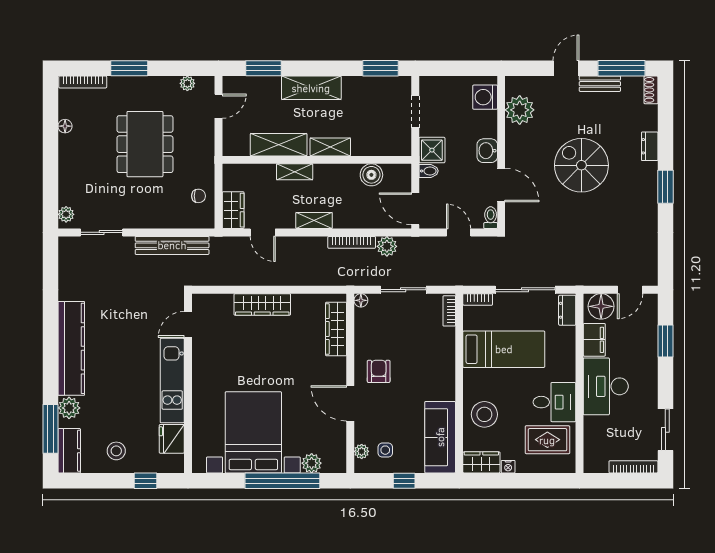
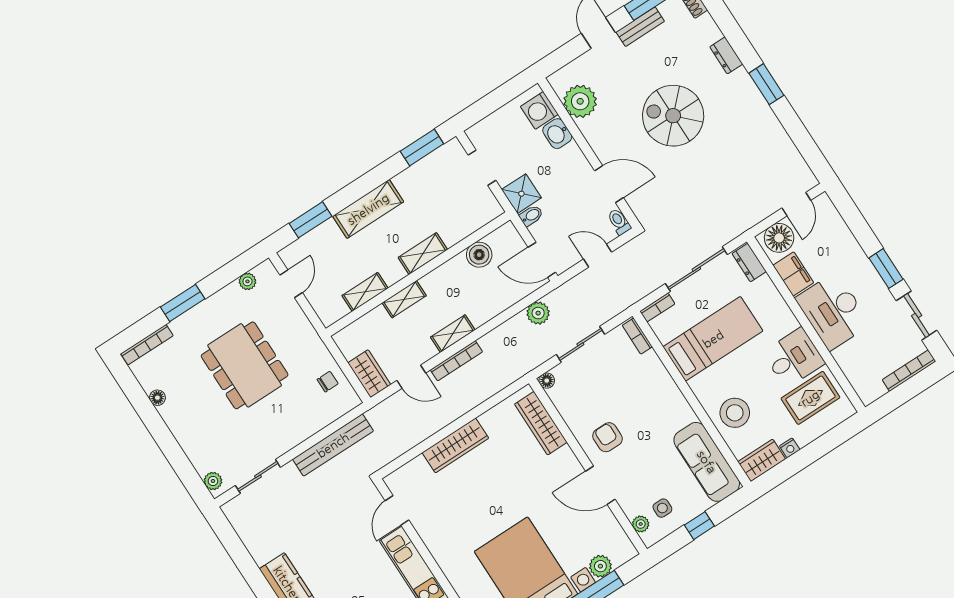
shelving: (279, 145) -> (365, 292), width x0.67, depth x0.75
washbasin: (487, 151) -> (557, 134), moved
bookcase: (352, 242) -> (456, 361), moved
window: (665, 341) -> (886, 269), moved

